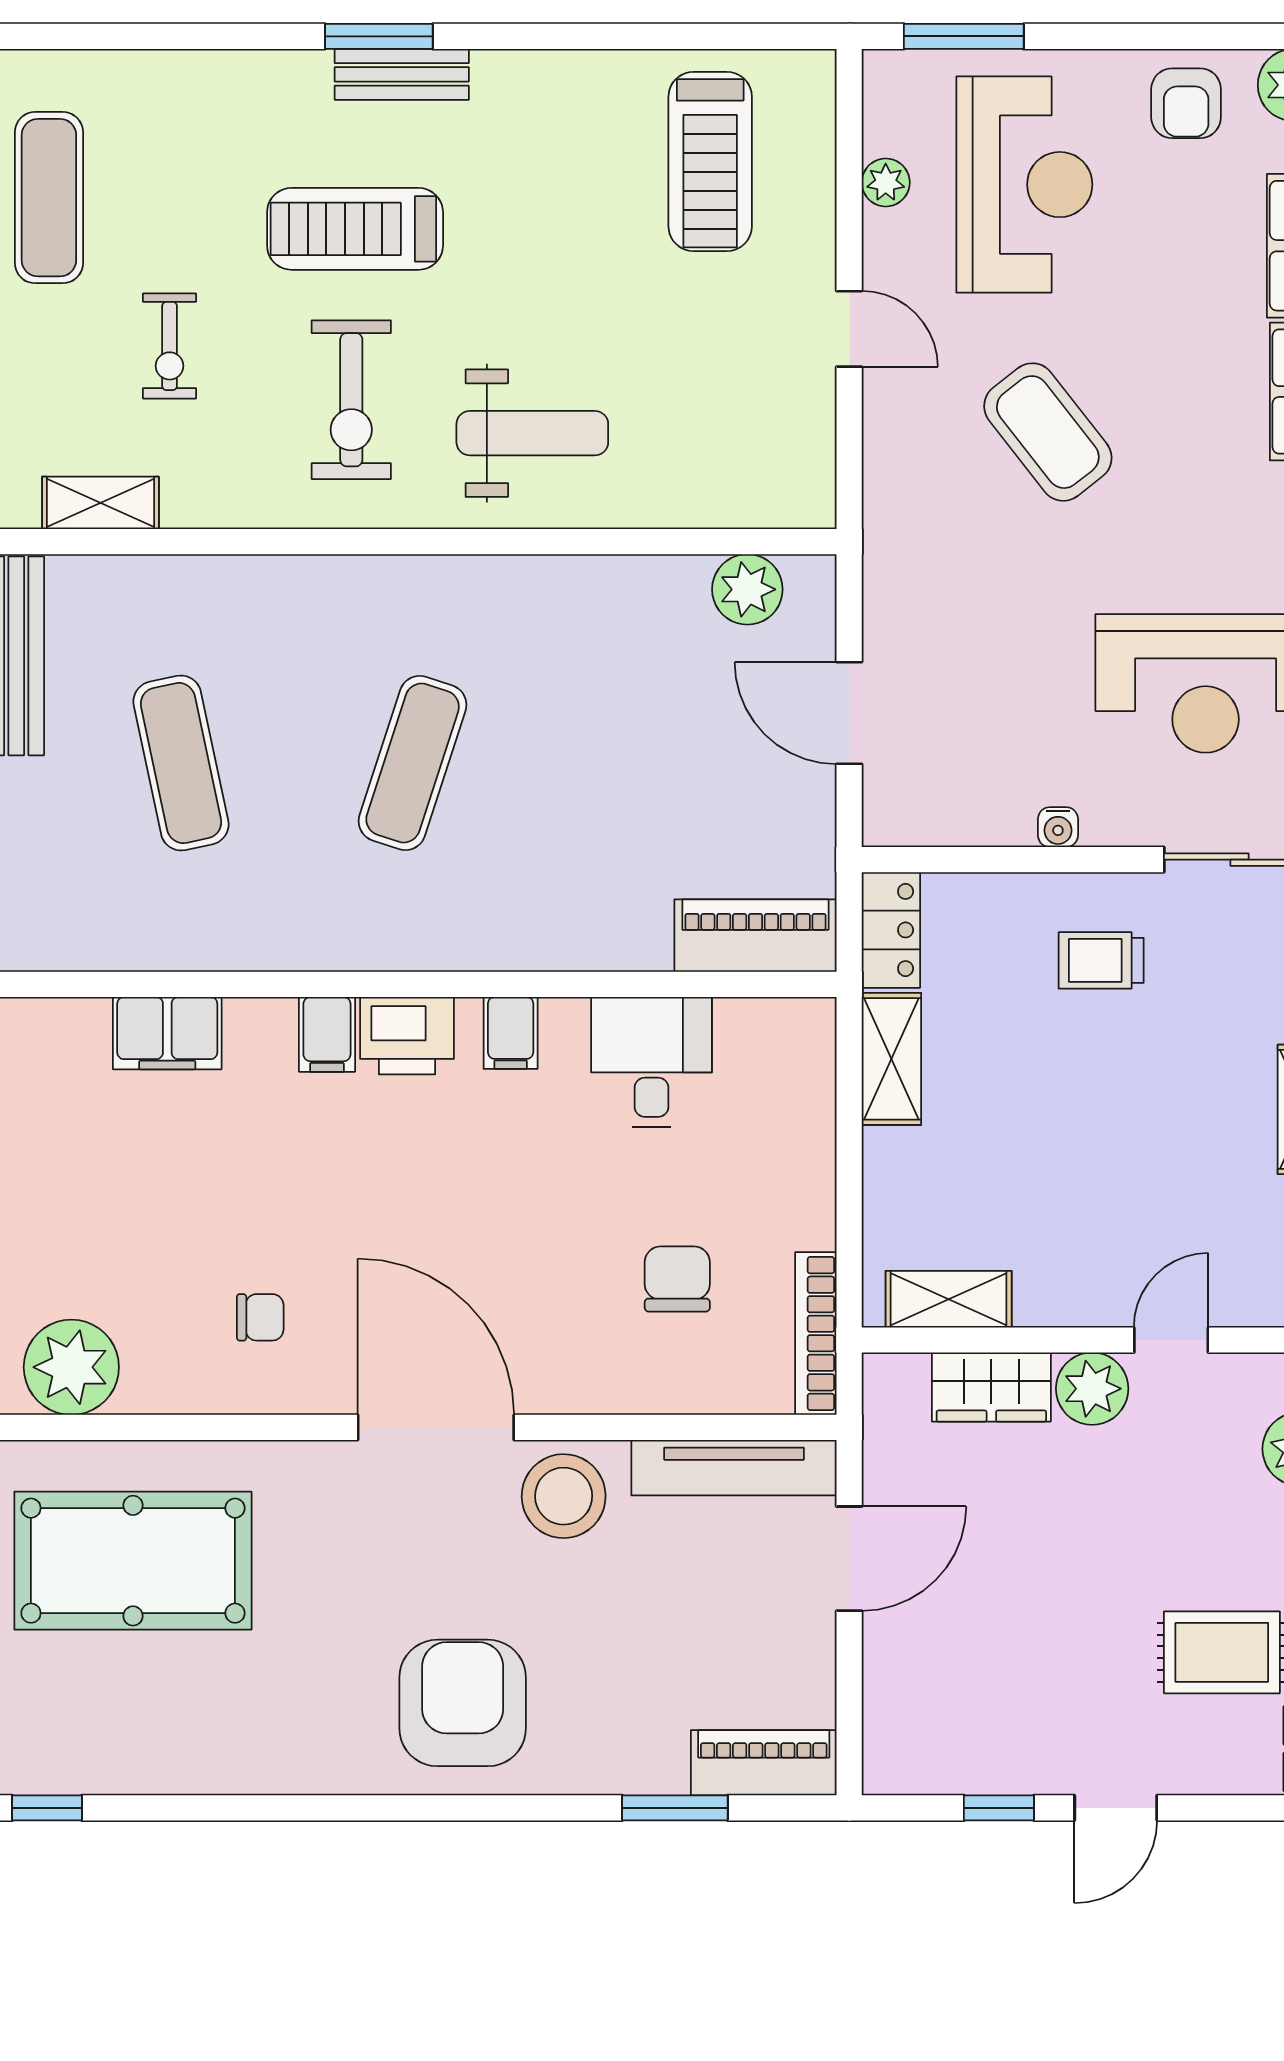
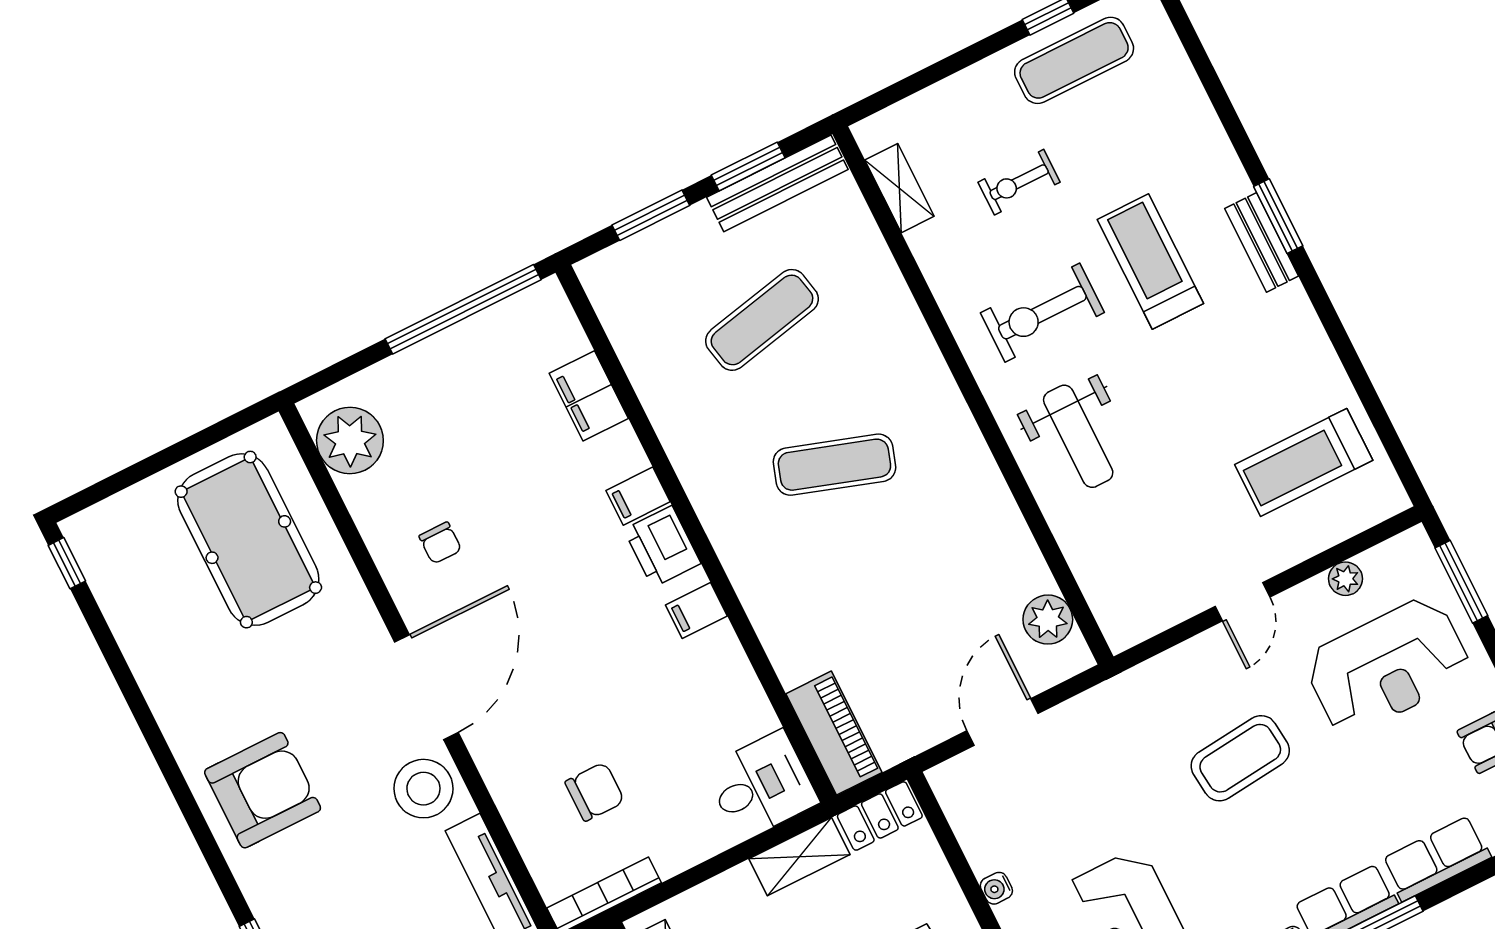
coffee table: (1048, 432) -> (1240, 758), turned 32
desk: (652, 1062) -> (761, 786), moved

